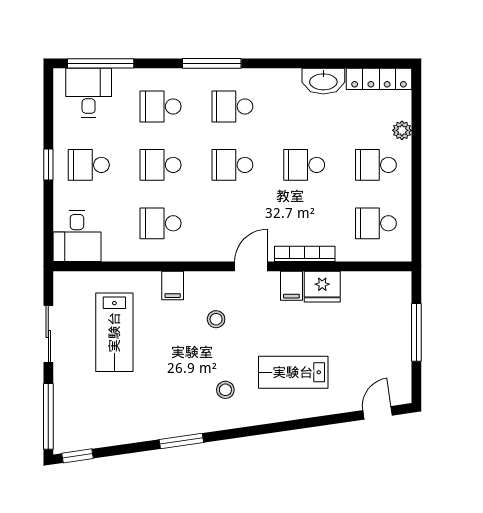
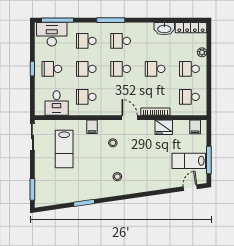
desk: (89, 93) -> (52, 34), width x1.37
desk: (77, 236) -> (57, 103), moved
door: (251, 266) -> (130, 118), hinge flipped
filing cabinet: (291, 286) -> (195, 127), moved
window: (416, 332) -> (209, 160), moved
sliding door: (48, 334) -> (32, 137), moved
lab bench: (293, 372) -> (189, 161), moved
window: (48, 416) -> (32, 189), width x0.69
window: (181, 441) -> (84, 203), moved
window: (78, 456) -> (46, 208), removed

